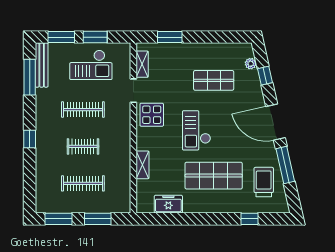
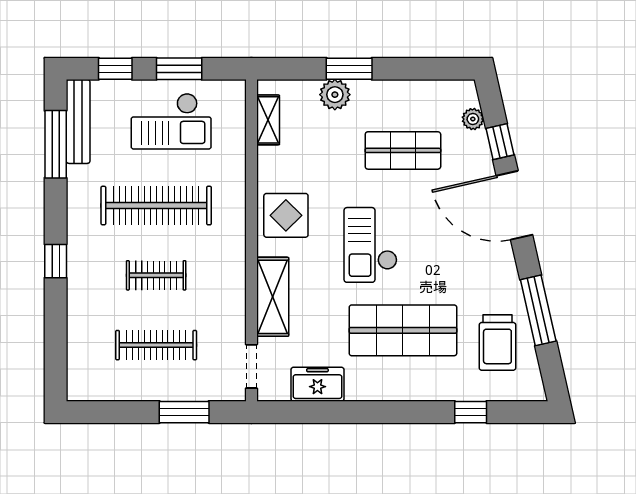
window: (61, 37) -> (115, 69), width x0.67
window: (170, 37) -> (349, 69), moved
plant: (178, 51) -> (335, 95), added
doorway: (133, 91) -> (251, 366), moved
clothes rail: (83, 110) -> (156, 206), width x1.37, depth x1.31
door: (276, 122) -> (514, 205), moved
shelving: (143, 165) -> (273, 297), width x1.50, depth x1.33
trolley: (264, 182) -> (497, 342), turned 180
window: (58, 219) -> (110, 412), removed

